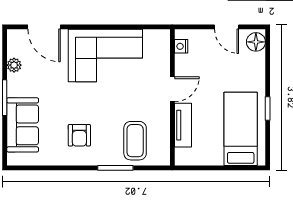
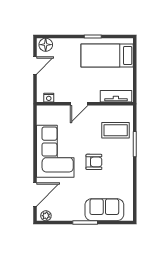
plant: (14, 65) -> (46, 216), moved
door: (172, 89) -> (79, 104), swing flipped
tv unit: (183, 125) -> (116, 96), moved
armchair: (79, 135) -> (94, 162), moved

